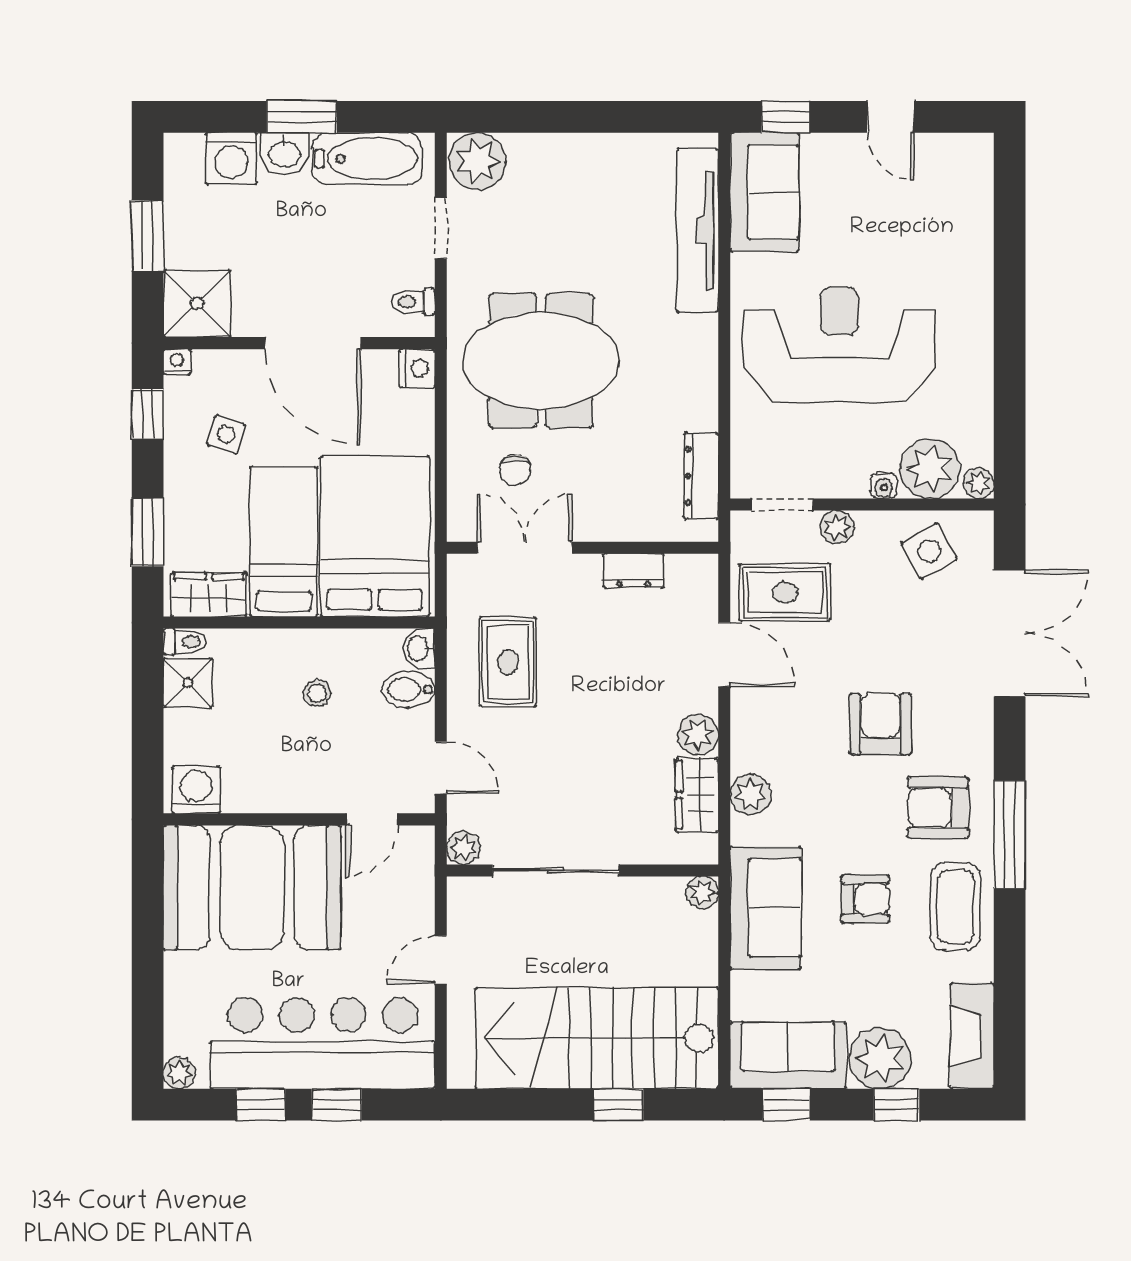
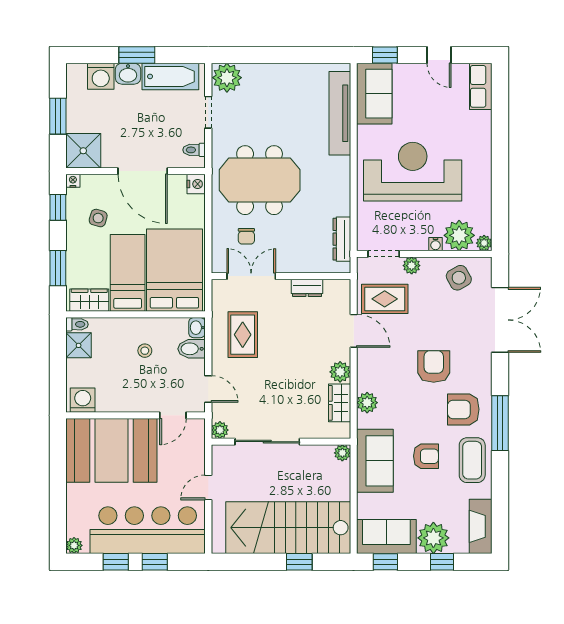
row of seats: (972, 178) -> (481, 86), added

